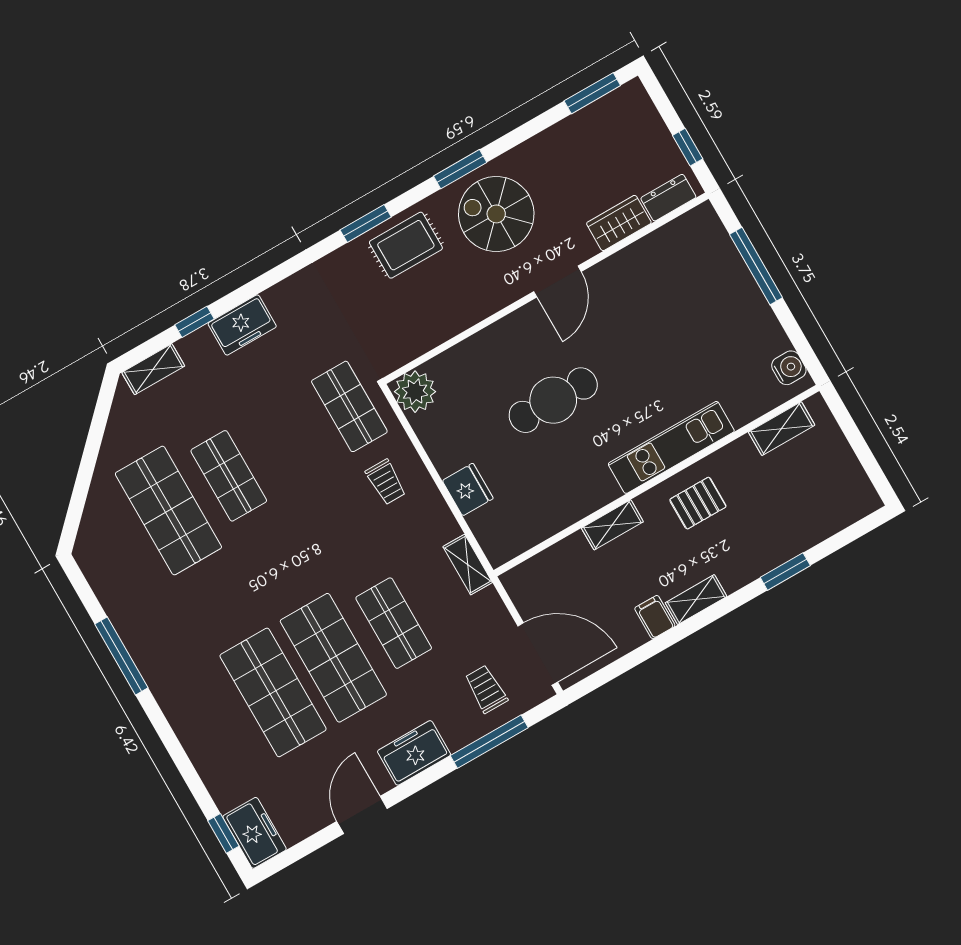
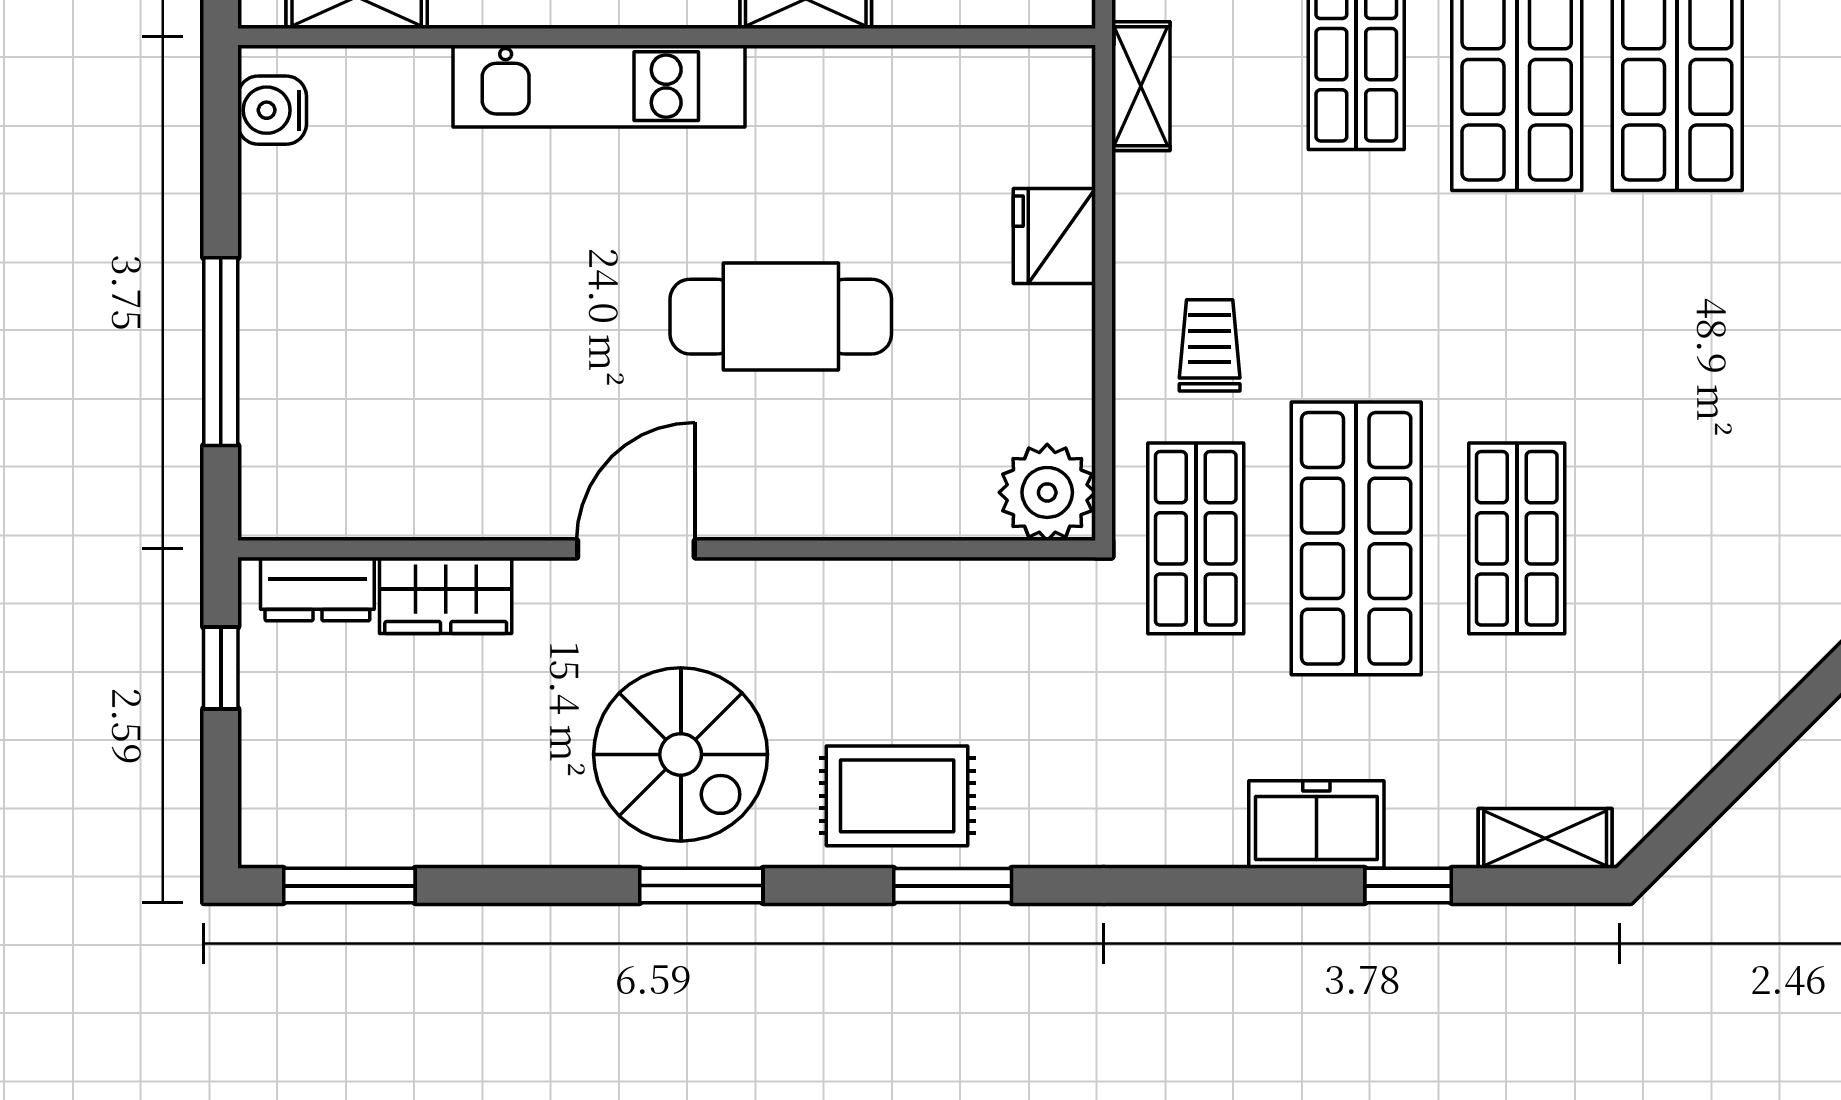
shop shelf: (168, 511) -> (1356, 538), moved

